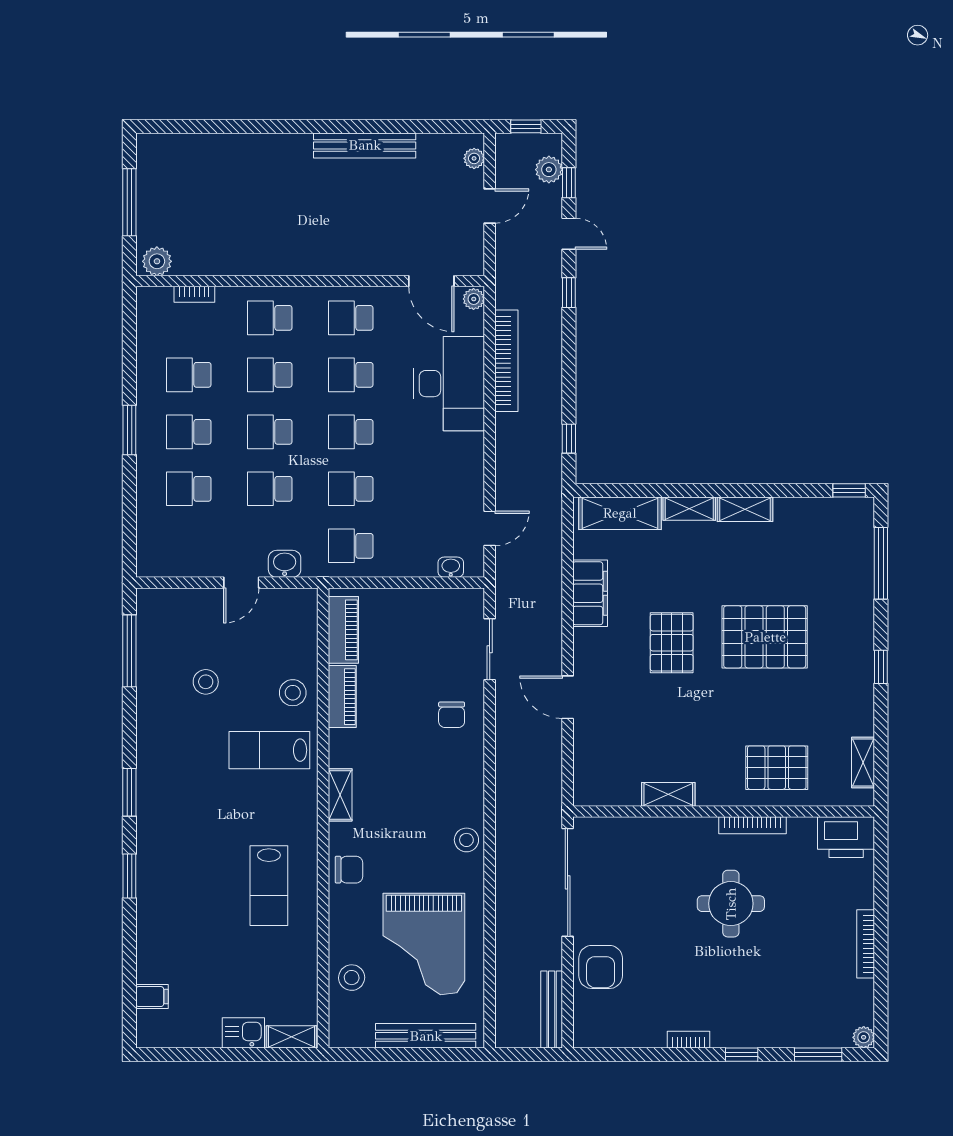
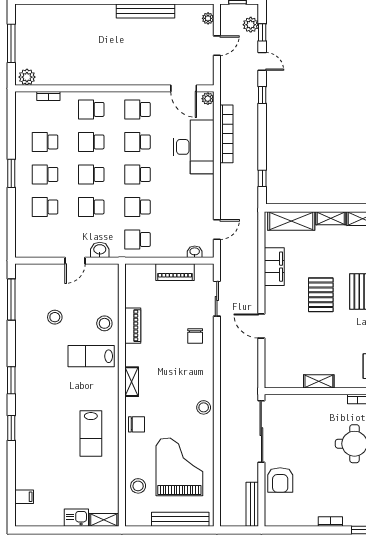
piano: (343, 630) -> (175, 272), moved, turned 90
grand piano: (424, 944) -> (179, 467), turned 180

